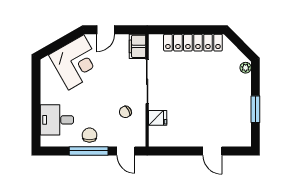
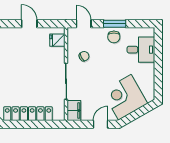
fridge: (158, 118) -> (57, 40), moved
window: (89, 151) -> (115, 24), width x0.69
door: (212, 151) -> (29, 24), moved

